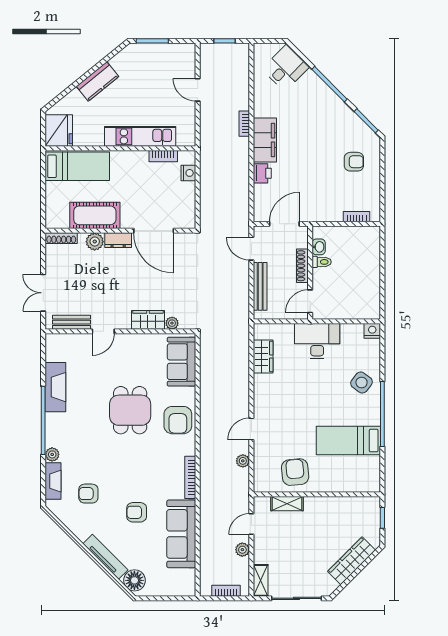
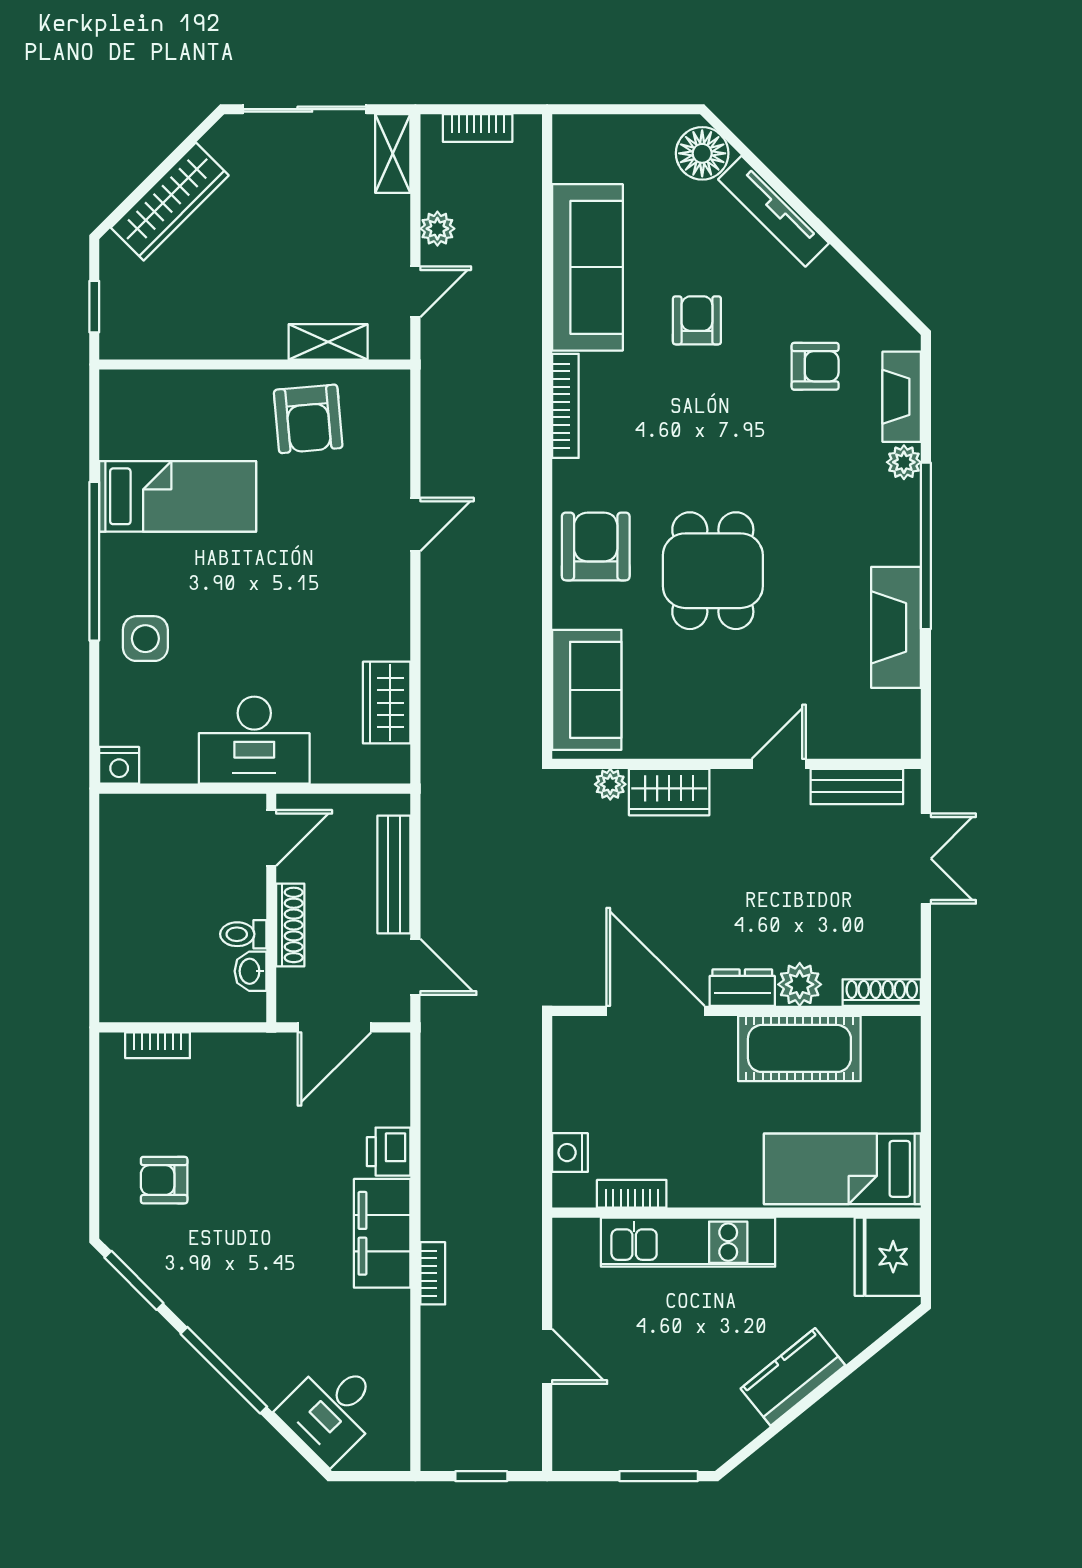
side table: (362, 383) -> (145, 639), turned -37
plant: (243, 461) -> (436, 446), removed
armchair: (137, 512) -> (697, 320), turned -90

